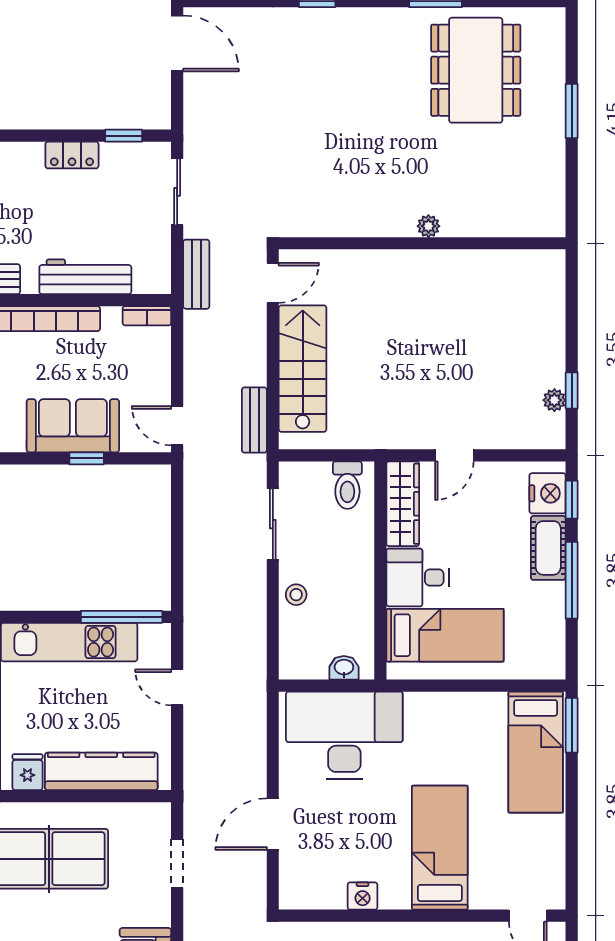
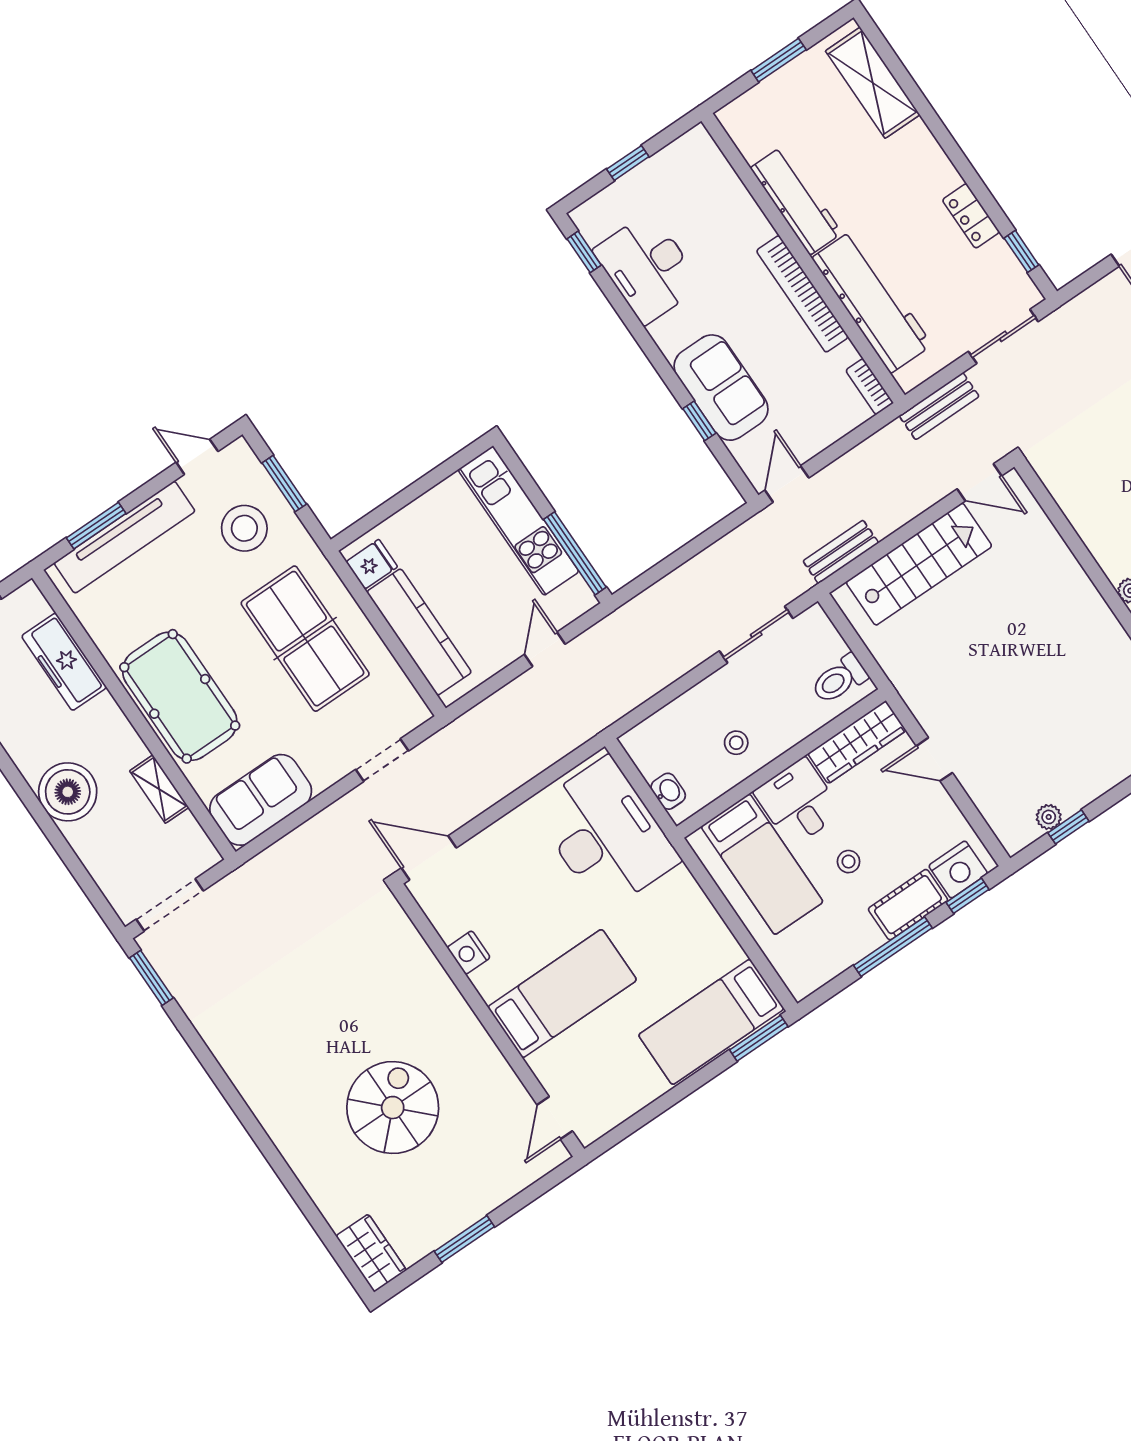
workbench: (85, 277) -> (872, 302), width x1.36, depth x1.32
stool: (487, 570) -> (849, 862), added
stool: (296, 595) -> (736, 743), moved
door: (273, 824) -> (429, 858), moved

